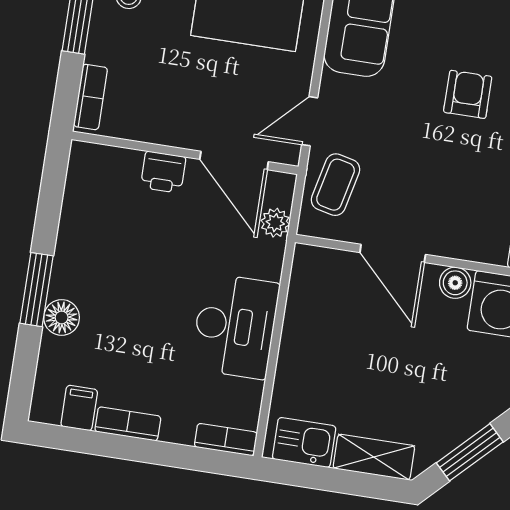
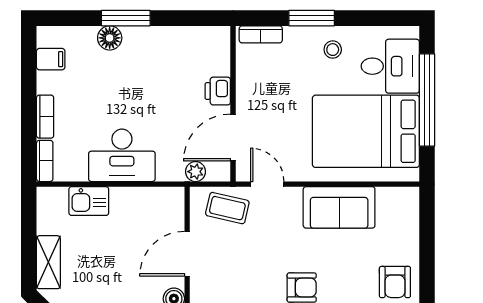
bookcase: (128, 424) -> (45, 117), moved
kitchen sink: (304, 443) -> (89, 201), moved, turned 90

